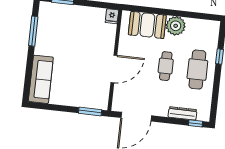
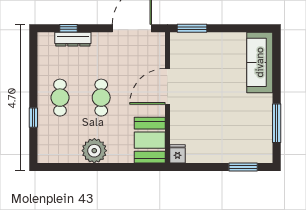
booth: (147, 25) -> (150, 140), moved, turned 90
cafe table: (197, 70) -> (60, 98), width x0.73, depth x0.74
window: (196, 123) -> (68, 28), moved

